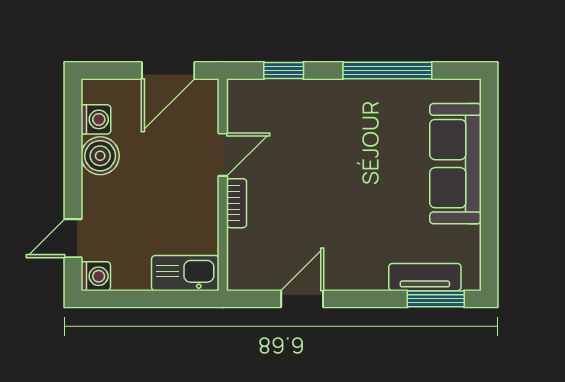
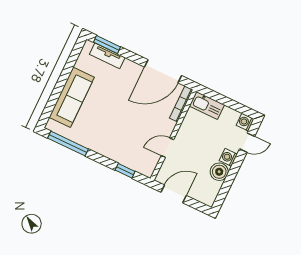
window: (387, 70) -> (68, 144), moved
washing machine: (96, 119) -> (228, 157), moved
bookcase: (237, 203) -> (181, 104), moved, width x1.56
door: (302, 299) -> (163, 71), width x1.87

